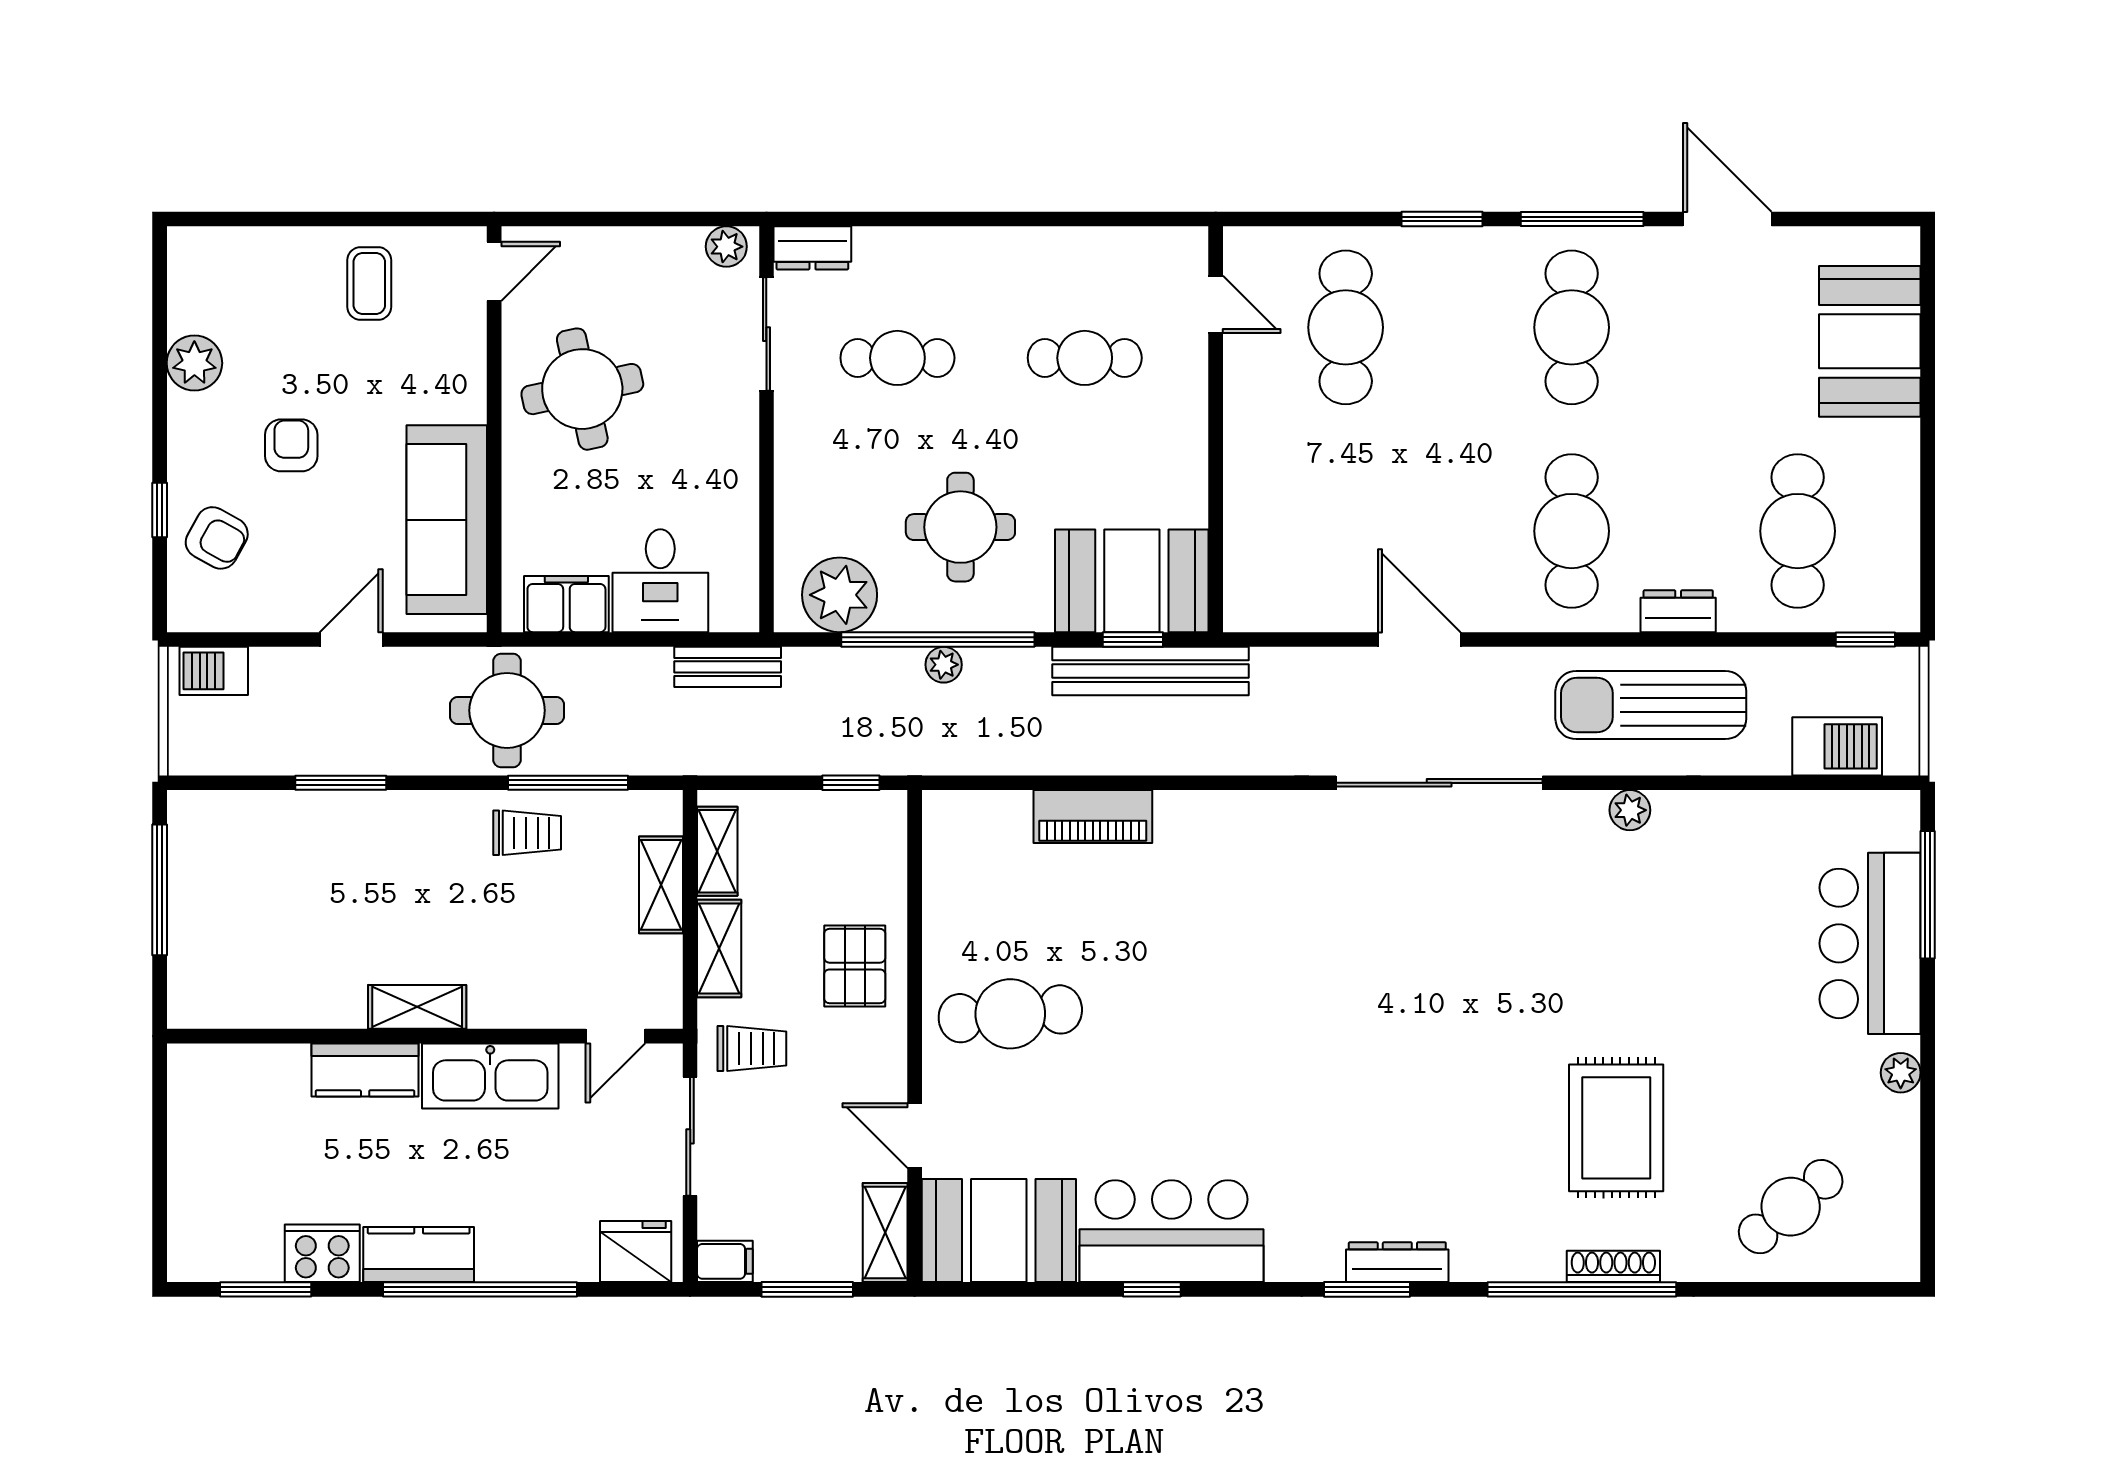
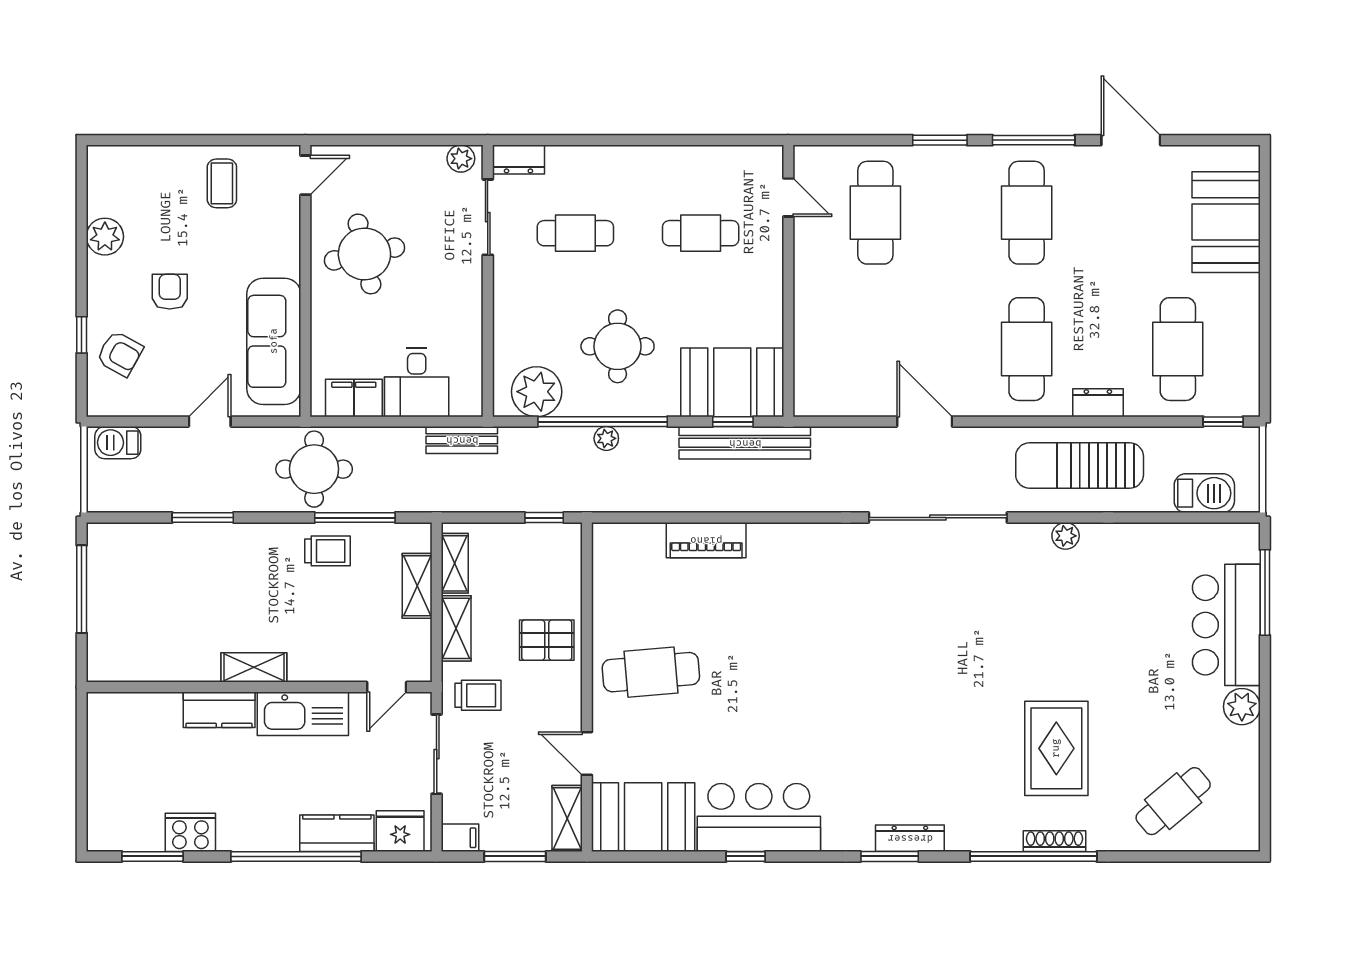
pallet: (855, 966) -> (547, 640), turned 90
plant: (1901, 1073) -> (1242, 707), width x1.38, depth x1.38
kitchen counter: (419, 1255) -> (337, 833), moved

